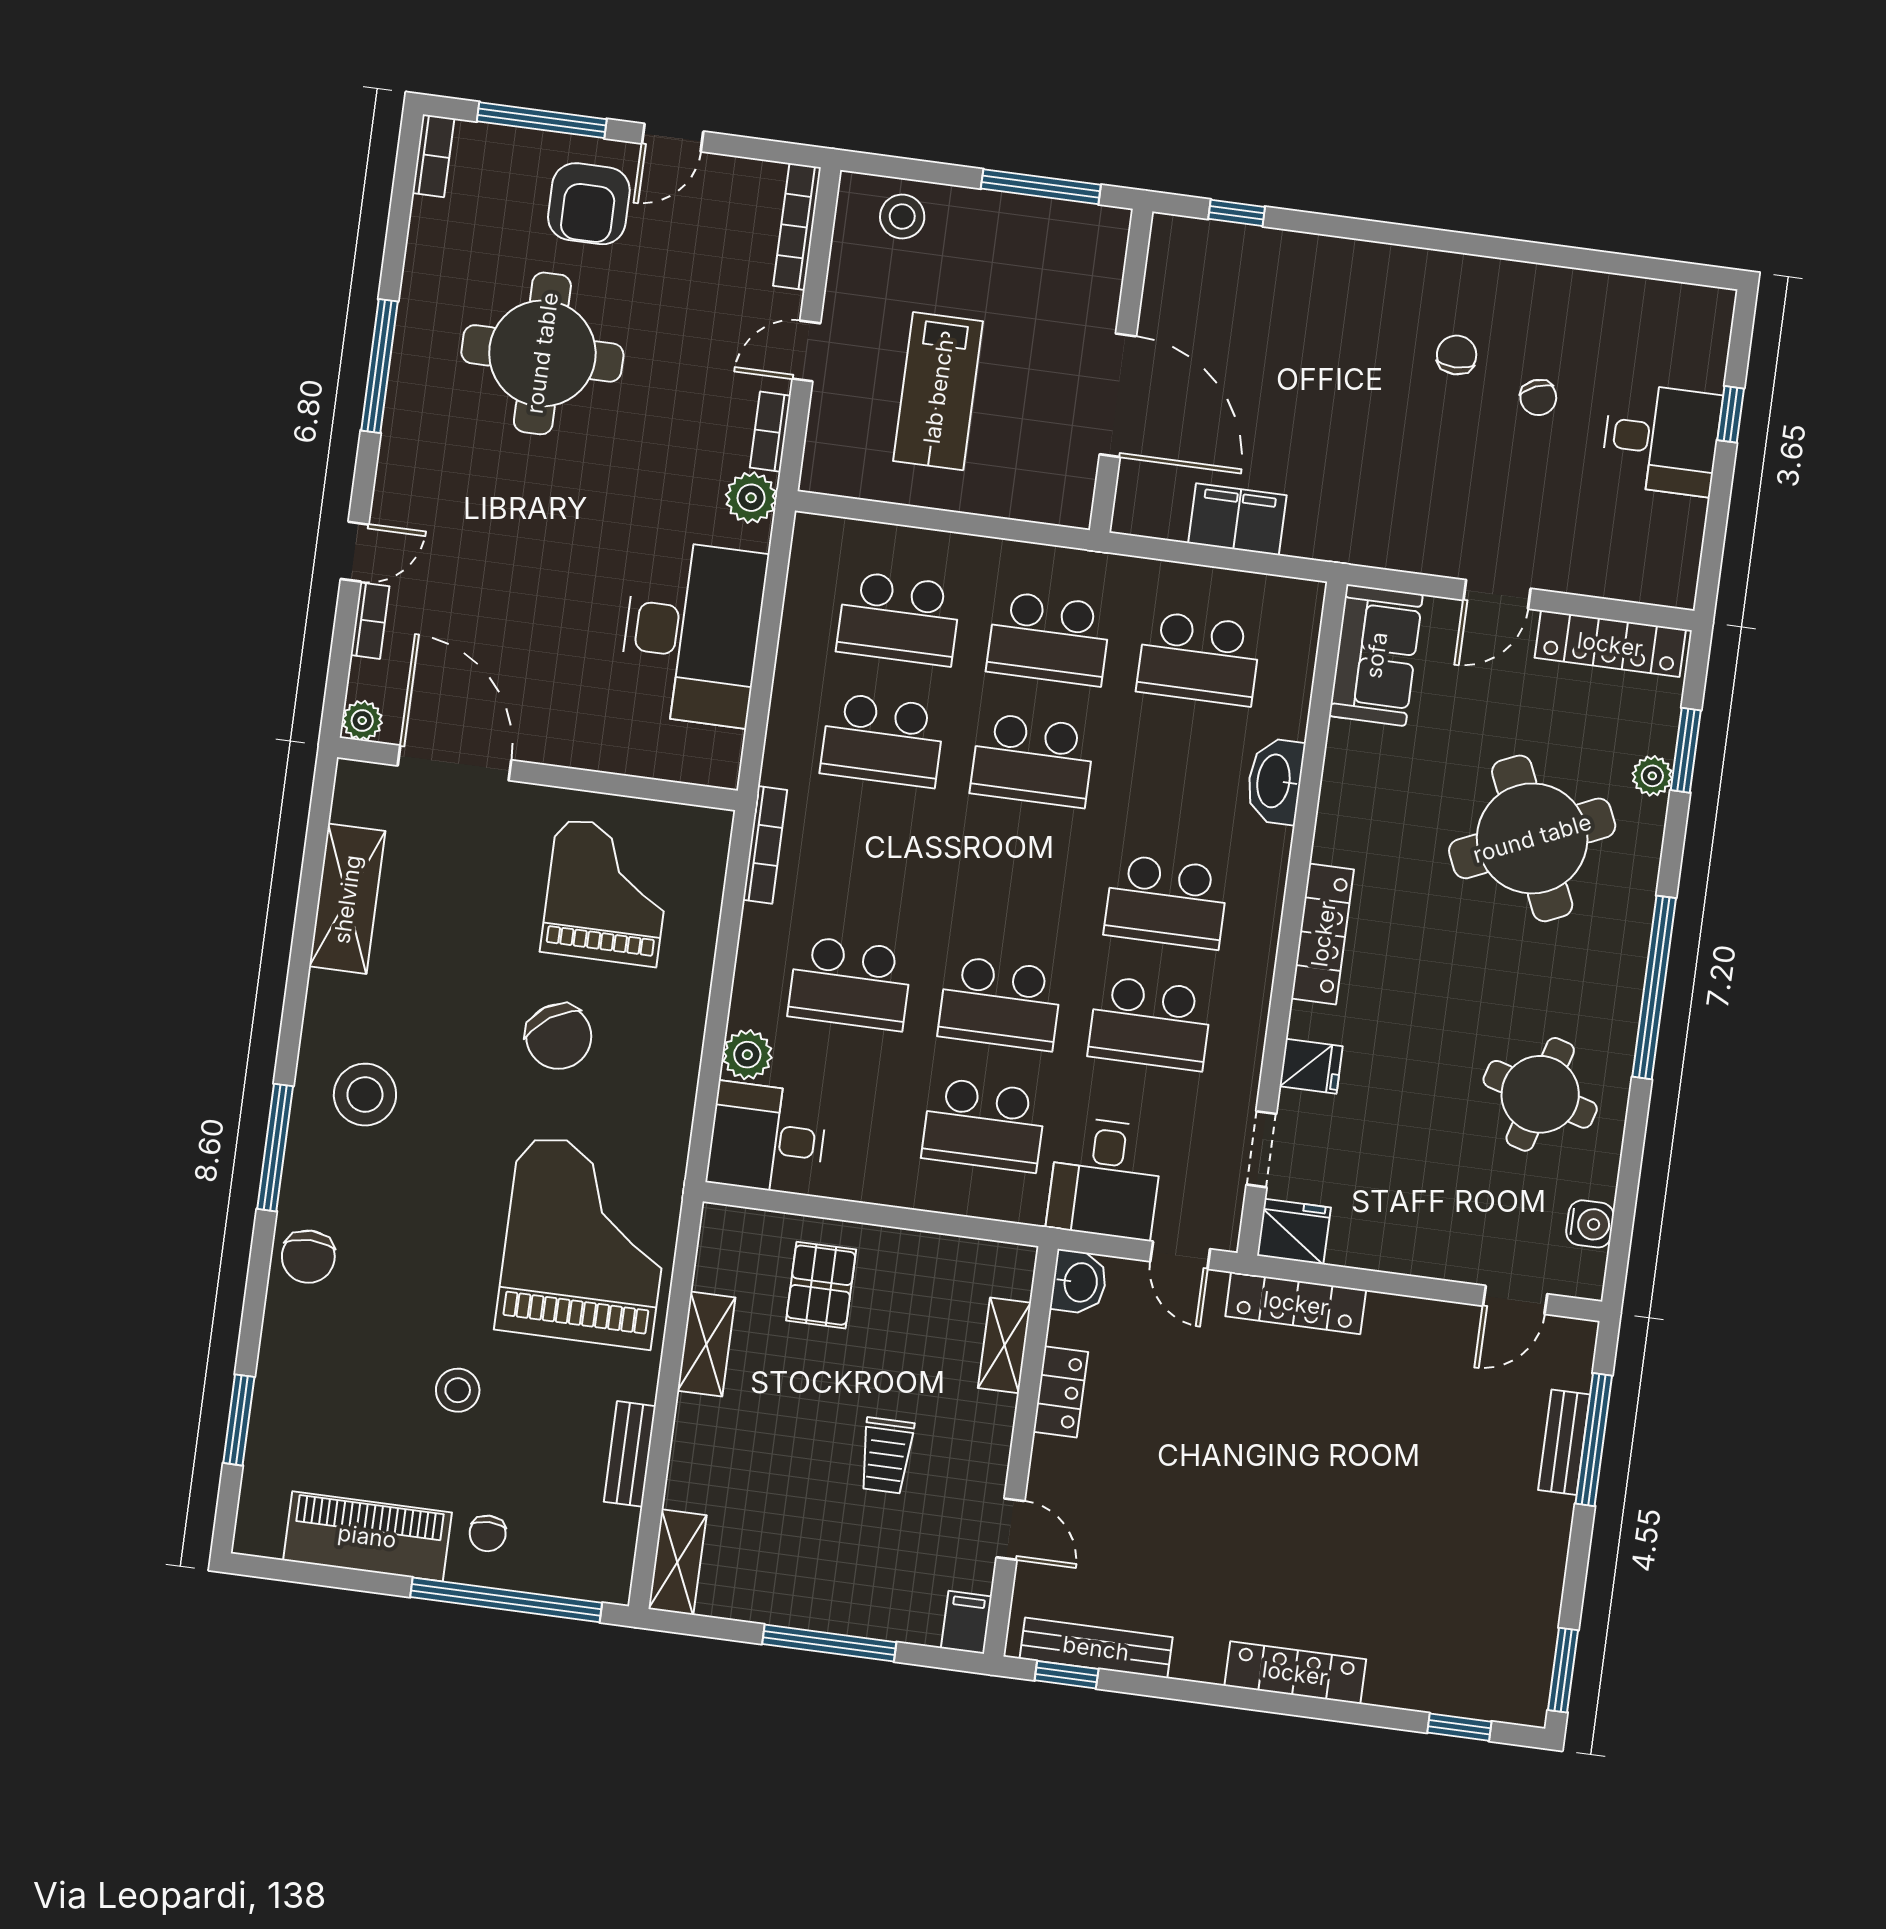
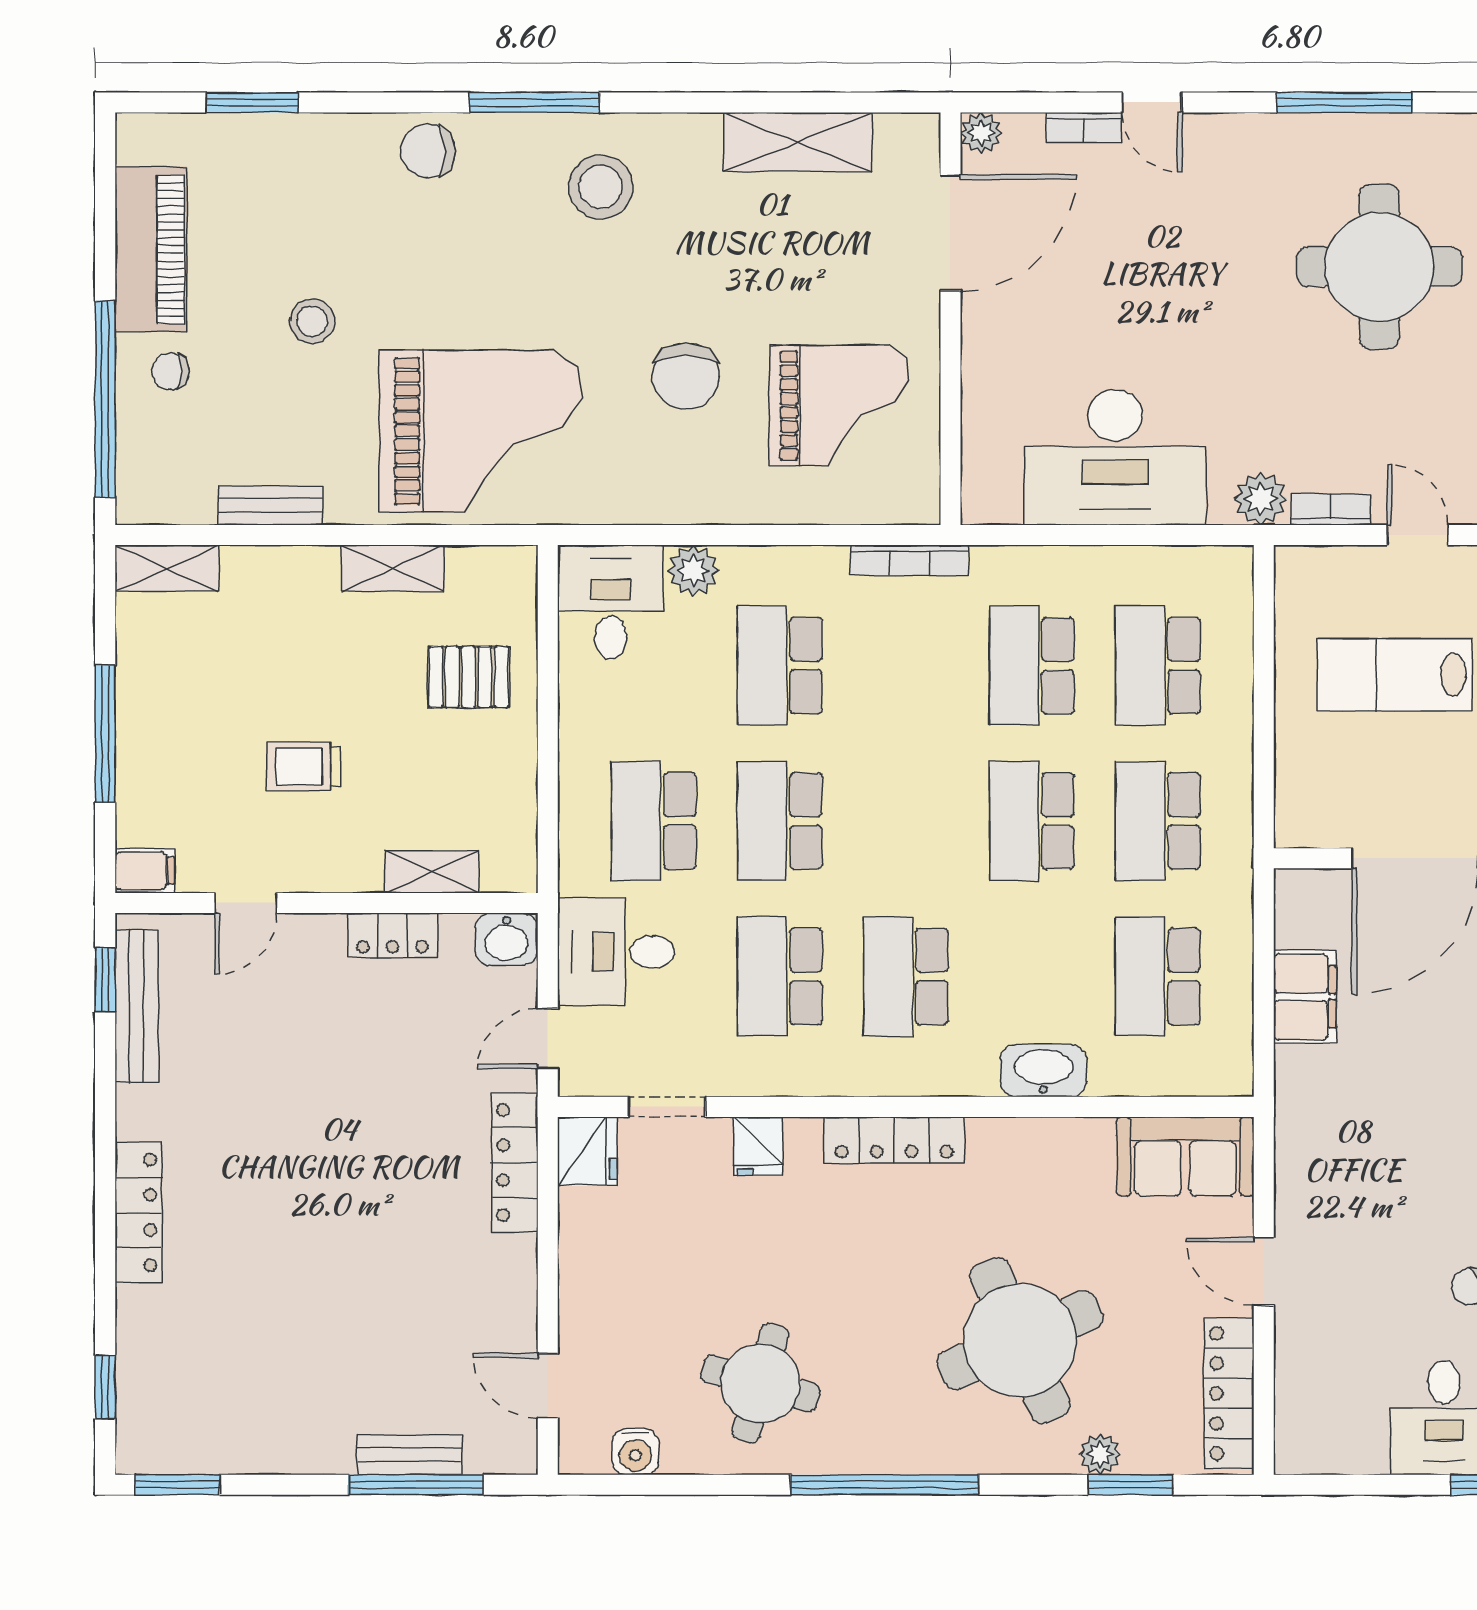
chair: (559, 1037) -> (686, 376), turned -56

